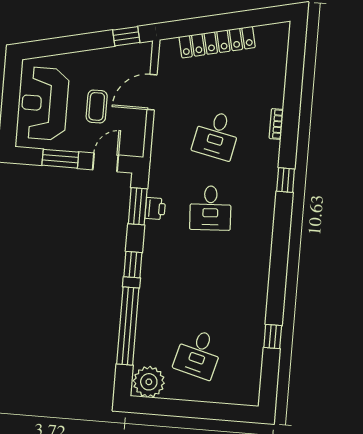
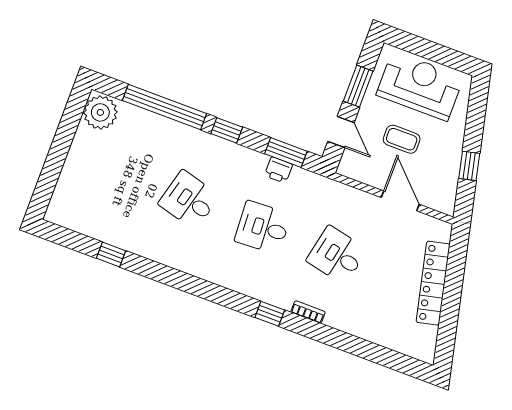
window: (126, 36) -> (469, 166), moved
bookcase: (276, 124) -> (308, 312), moved
desk: (198, 354) -> (189, 200), moved

